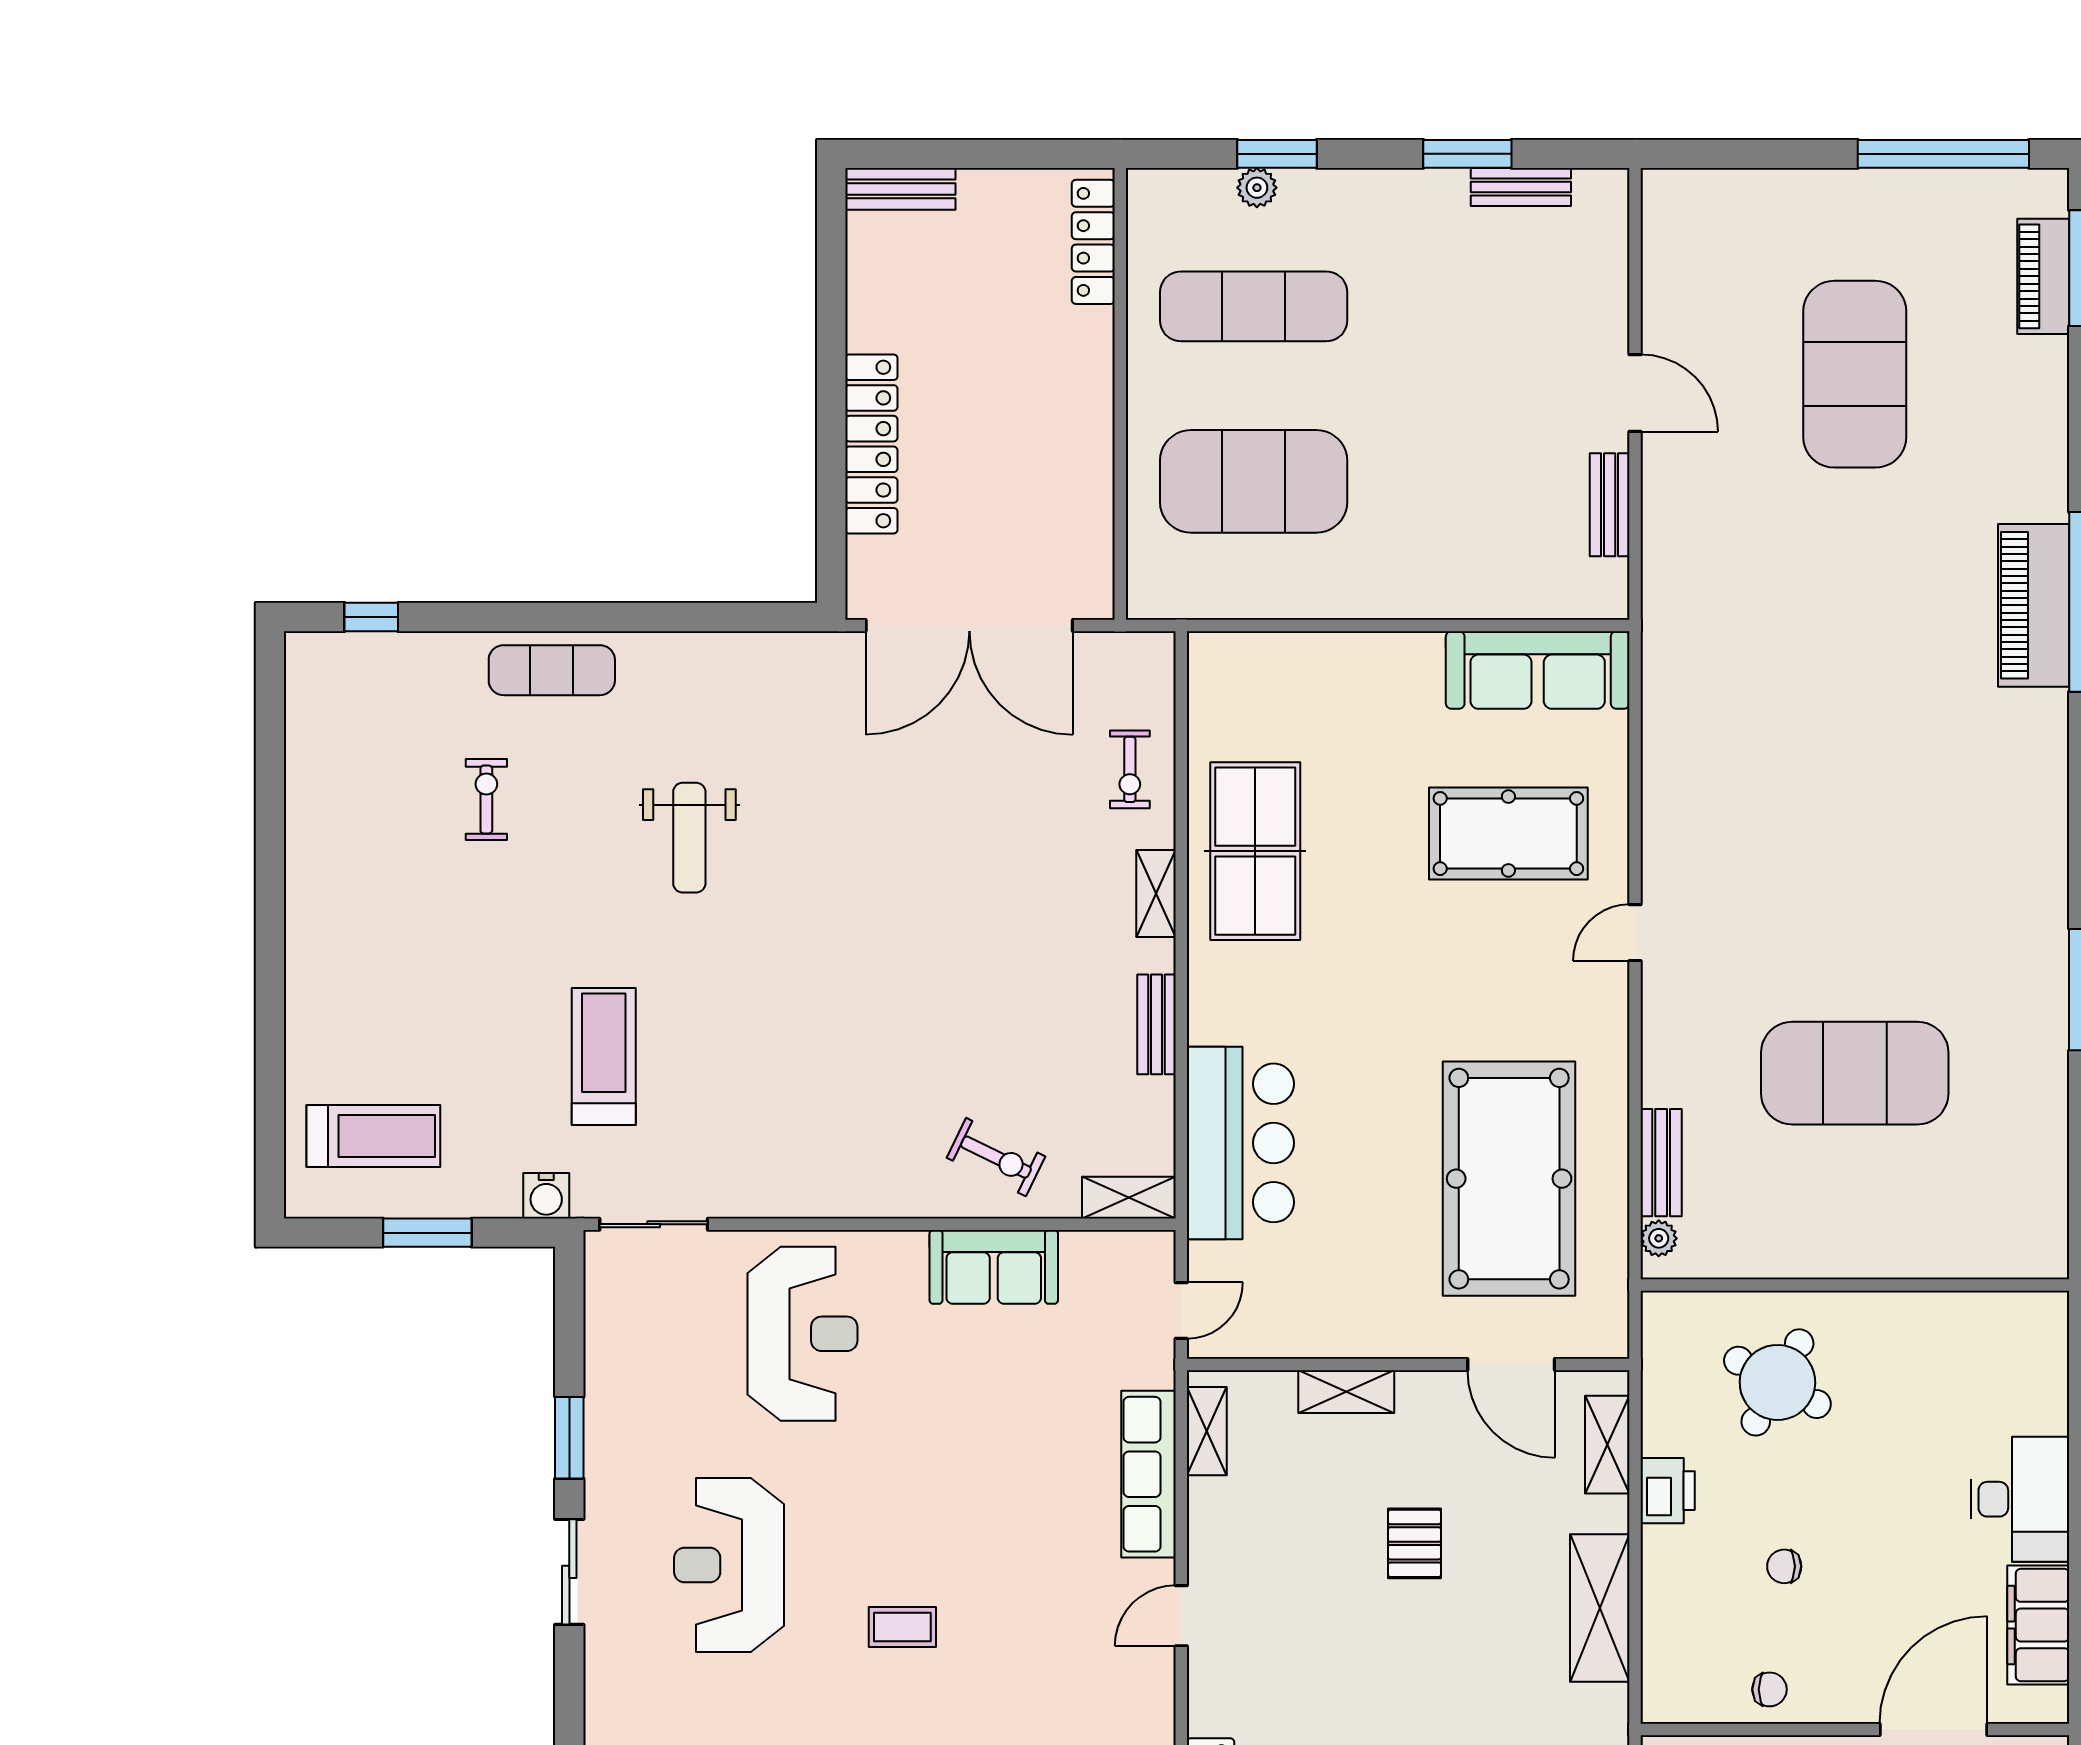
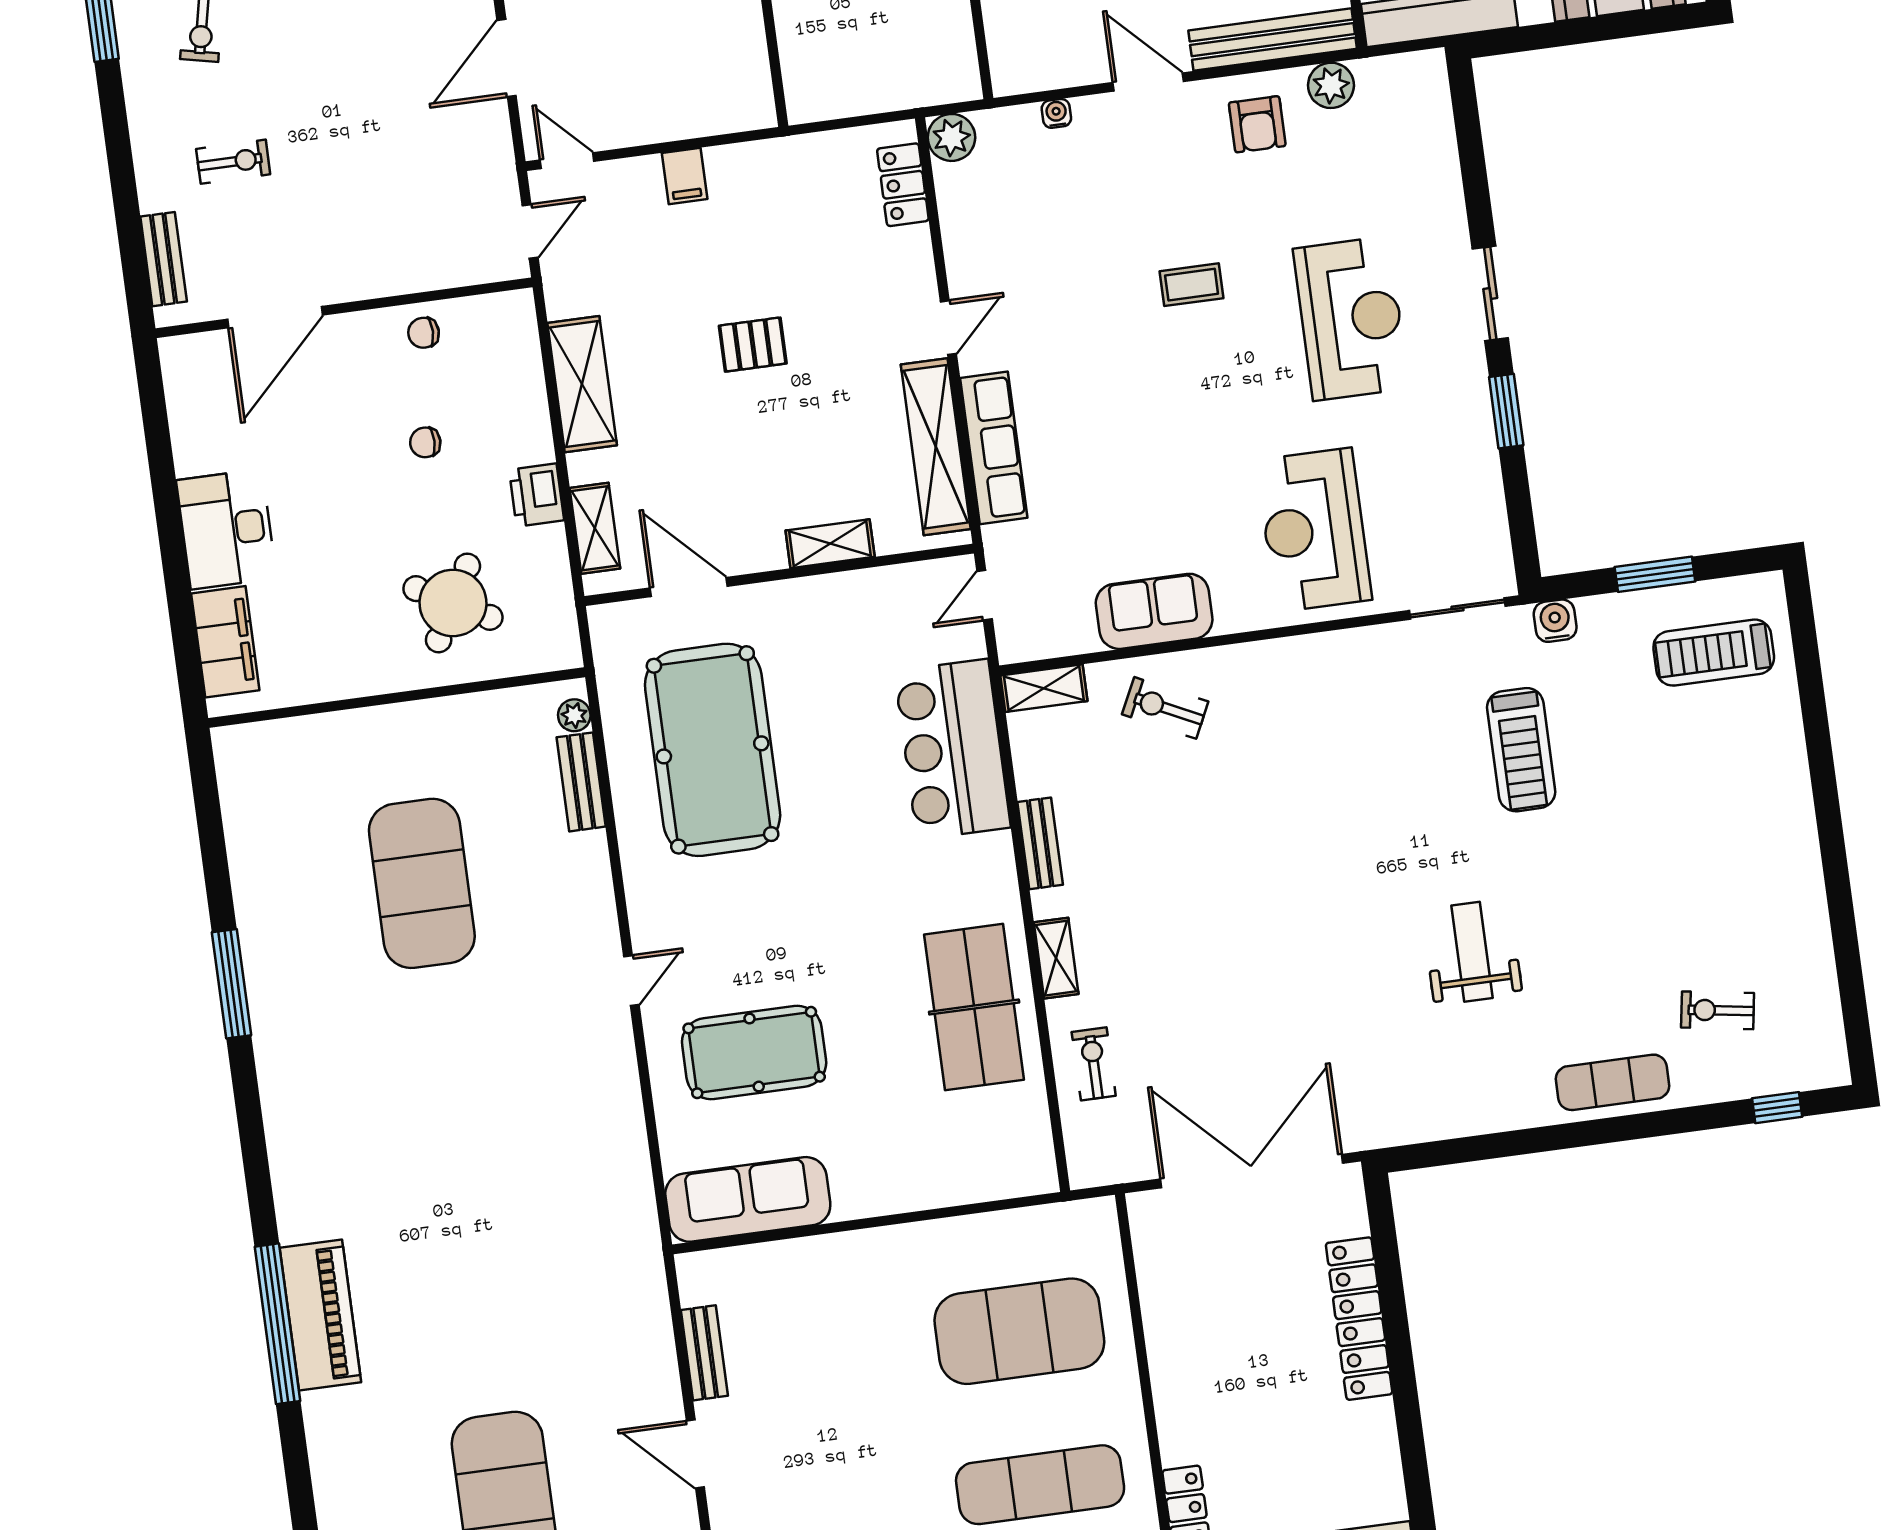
exercise bike: (486, 800) -> (1718, 1010), moved, turned 99
exercise mat: (1855, 1073) -> (422, 883), turned 90
shelving: (1207, 1431) -> (936, 447), width x2.20, depth x1.33
pallet: (1415, 1543) -> (753, 345), moved, turned 90
chair: (1784, 1566) -> (425, 442), turned 180
filing cabinet: (2038, 1625) -> (225, 642), moved

